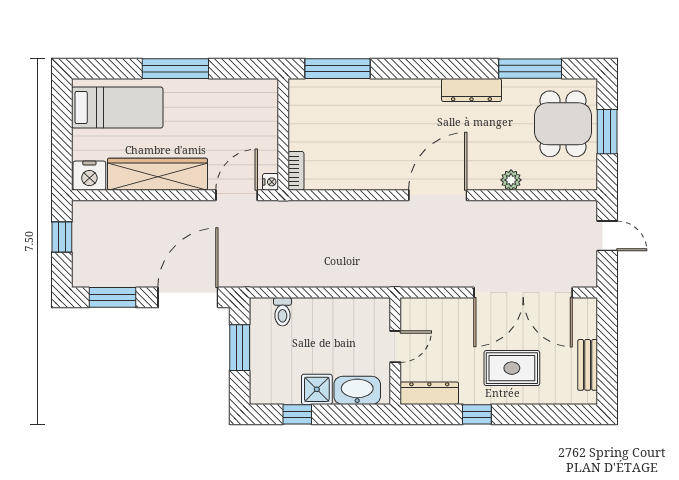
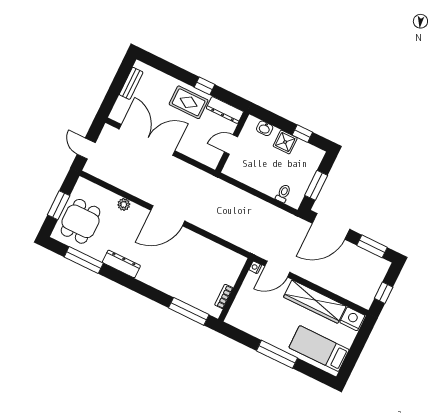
bookcase: (296, 171) -> (224, 296), moved
rug: (512, 368) -> (189, 102), moved
washbasin: (357, 390) -> (265, 128), width x0.52, depth x0.69

